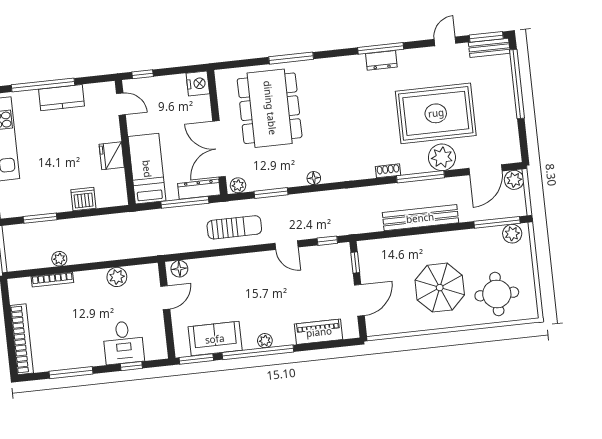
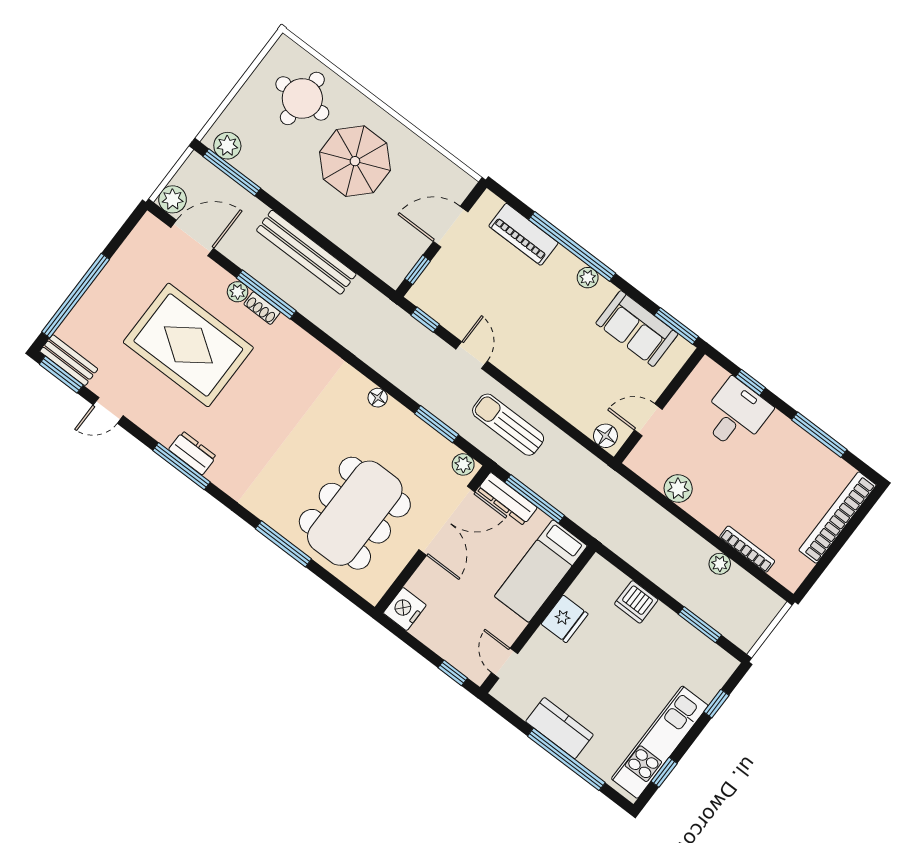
plant: (442, 157) -> (238, 292), width x0.53, depth x0.53
shoe rack: (388, 171) -> (262, 308), moved
window: (258, 352) -> (572, 246), moved

